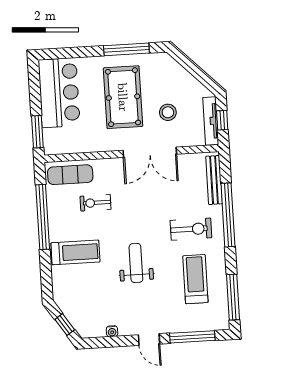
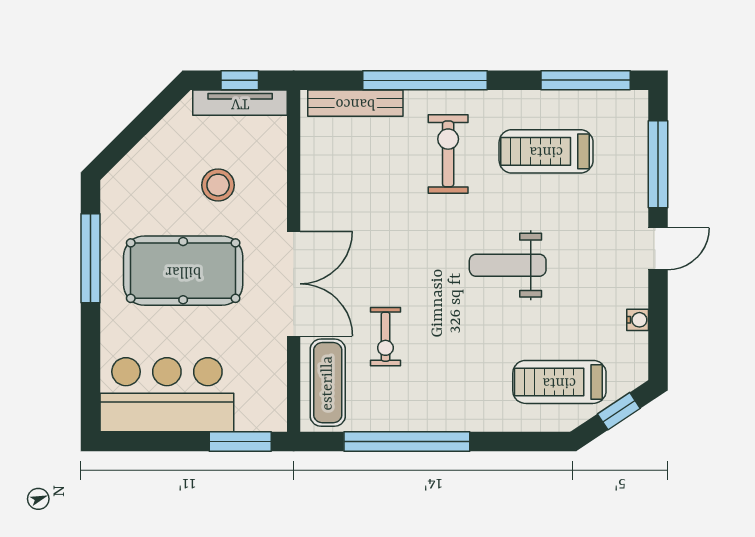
double door: (150, 152) -> (294, 284), moved
treadmill: (75, 252) -> (559, 382), moved, turned -90

